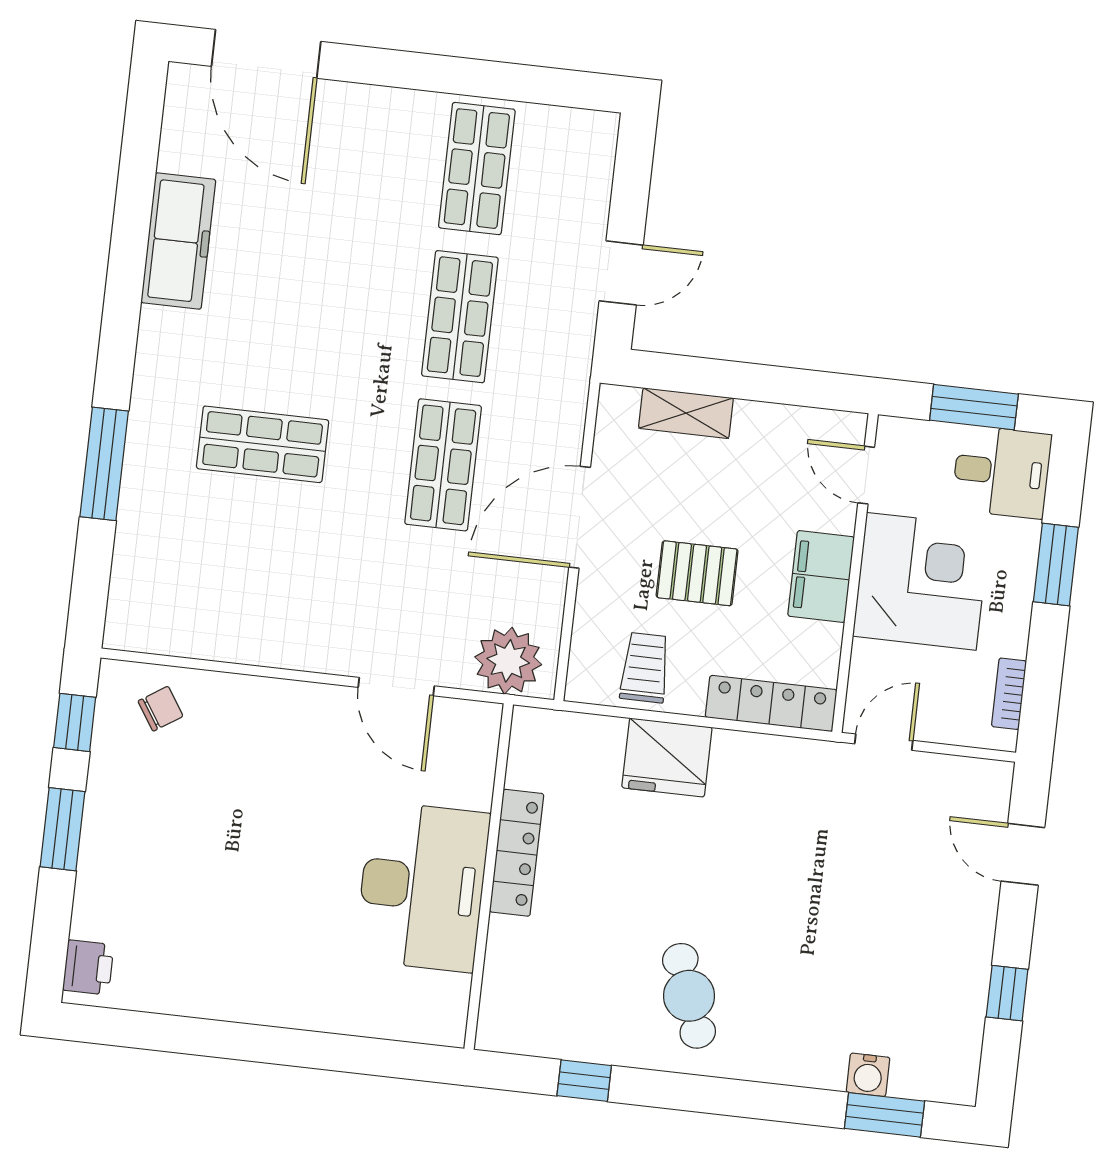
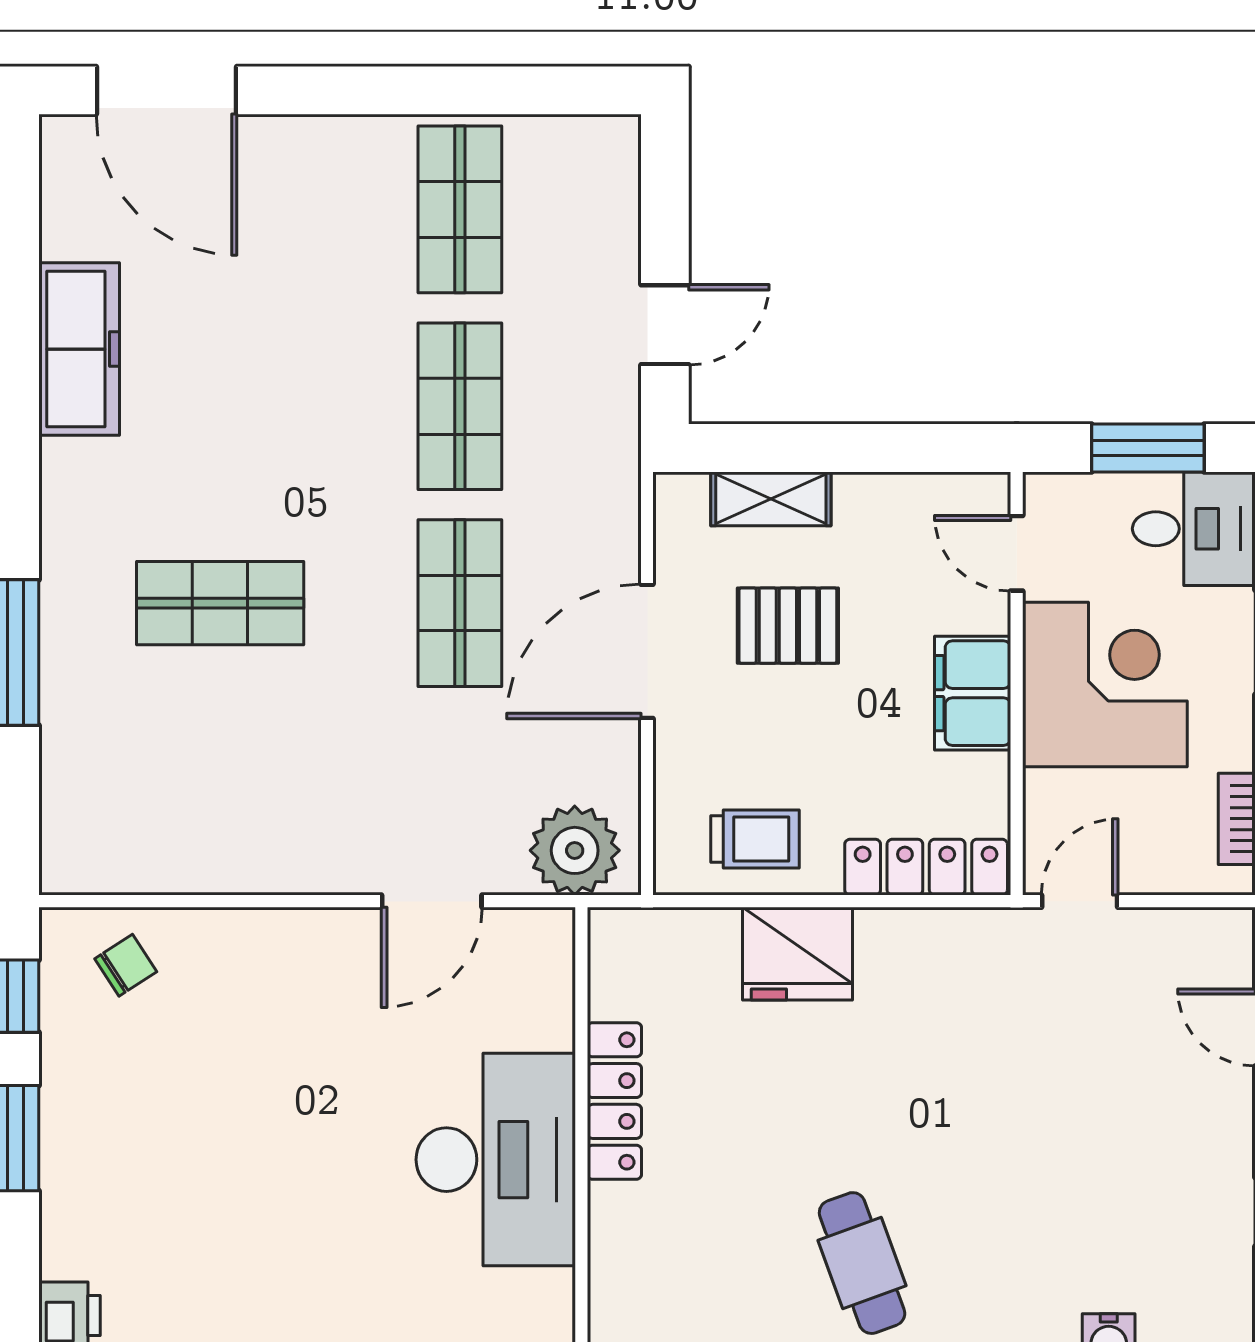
pallet: (697, 573) -> (788, 626), moved
trolley: (645, 668) -> (755, 839), turned 90
door: (396, 687) -> (432, 901), hinge flipped

